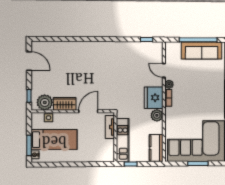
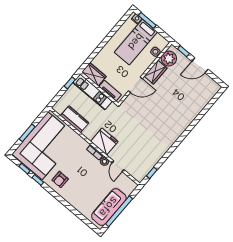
door: (29, 61) -> (200, 65), moved
door: (164, 70) -> (118, 166), swing flipped
armchair: (212, 107) -> (60, 180), added
door: (88, 111) -> (135, 85), hinge flipped
plant: (157, 115) -> (89, 133), removed
kitchen counter: (156, 148) -> (75, 119), moved
wardrobe: (108, 151) -> (94, 74), added

